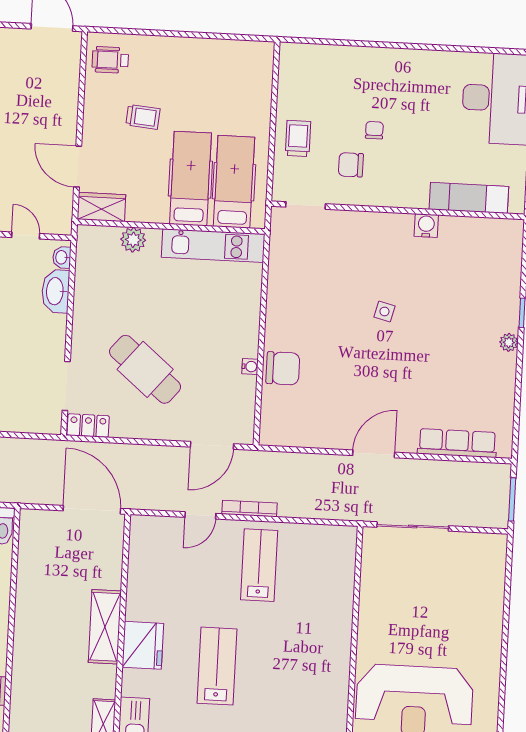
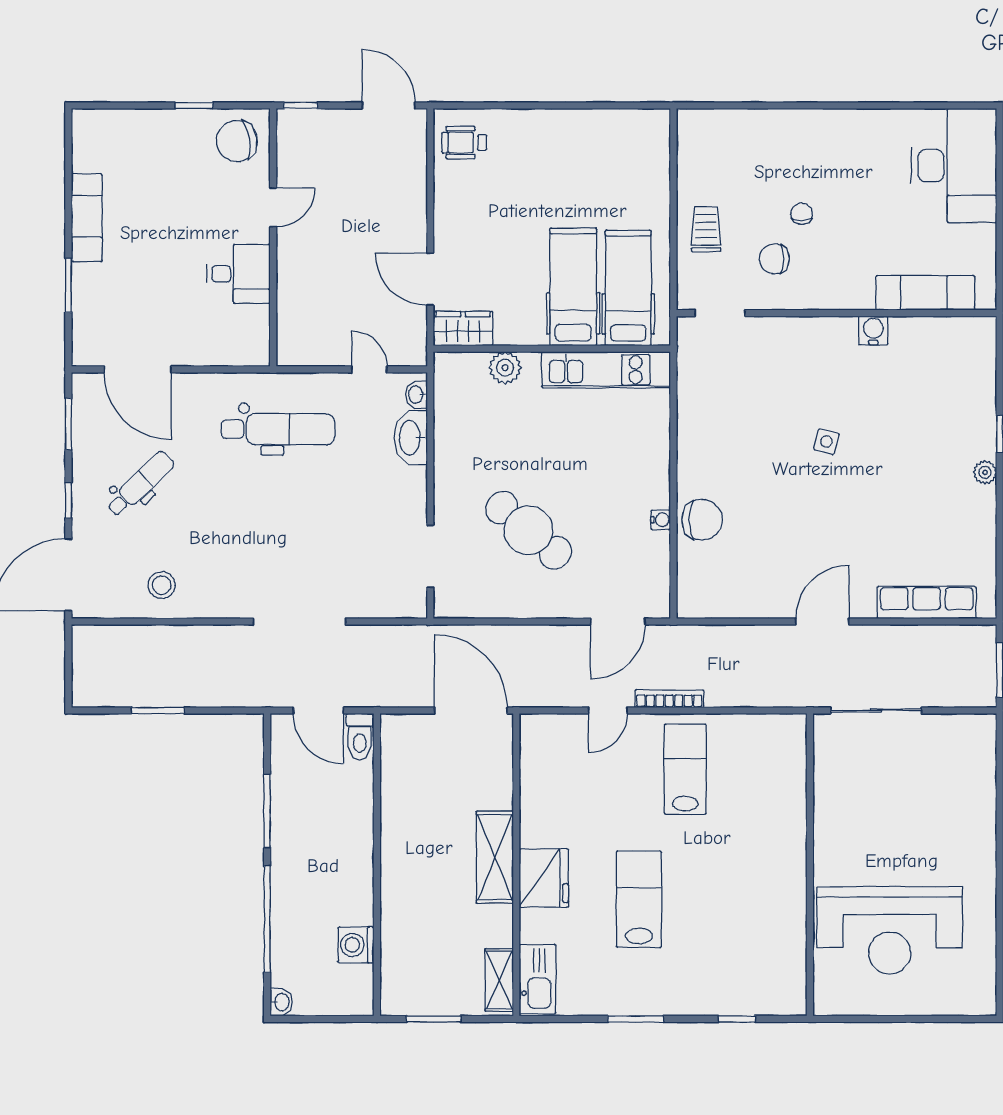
trolley: (143, 117) -> (509, 212), removed
locker: (88, 426) -> (461, 605), removed

